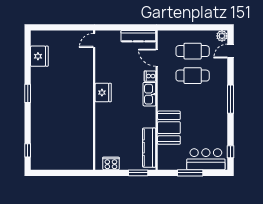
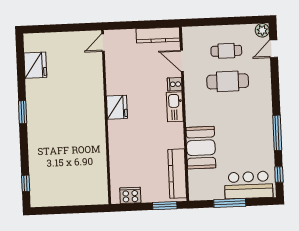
cafe table: (193, 51) -> (226, 51), width x0.73, depth x0.74
window: (231, 99) -> (277, 133), moved

